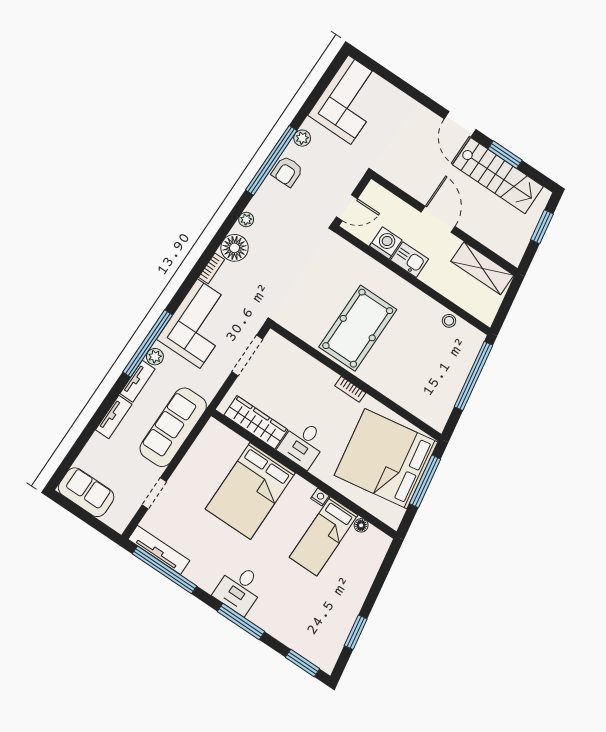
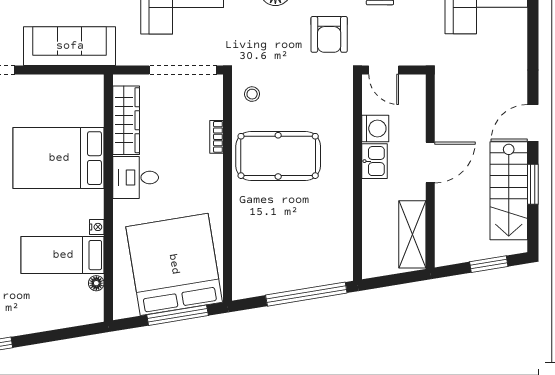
armchair: (294, 230) -> (329, 34), added
stool: (449, 321) -> (252, 94), moved
doorway: (247, 355) -> (183, 70), width x1.36
bookcase: (350, 389) -> (216, 137), moved

